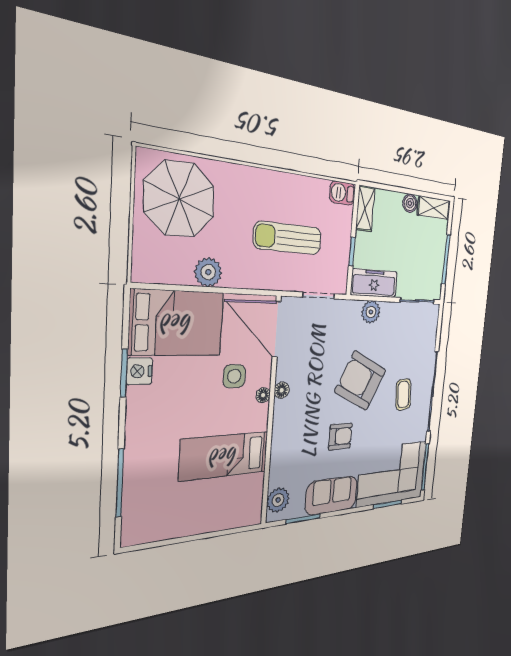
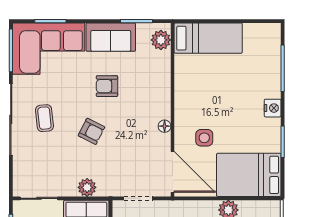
nightstand: (139, 371) -> (273, 108), moved
armchair: (361, 381) -> (91, 131), width x0.53, depth x0.53
floor lamp: (263, 395) -> (180, 123), removed
bed: (224, 456) -> (208, 38), moved

